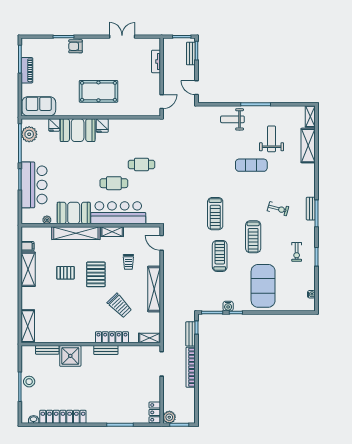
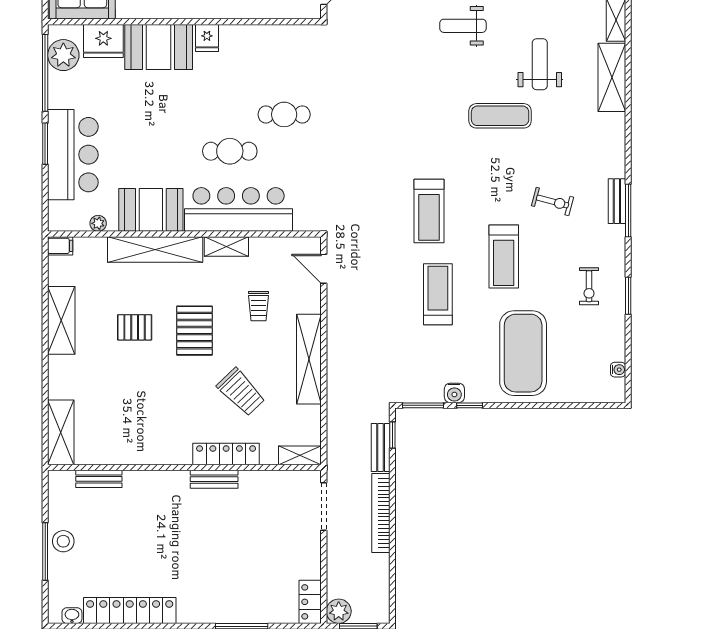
fridge: (54, 125) -> (103, 41), width x1.88, depth x1.34
filing cabinet: (28, 246) -> (60, 246), moved
shower: (70, 356) -> (144, 491), removed

